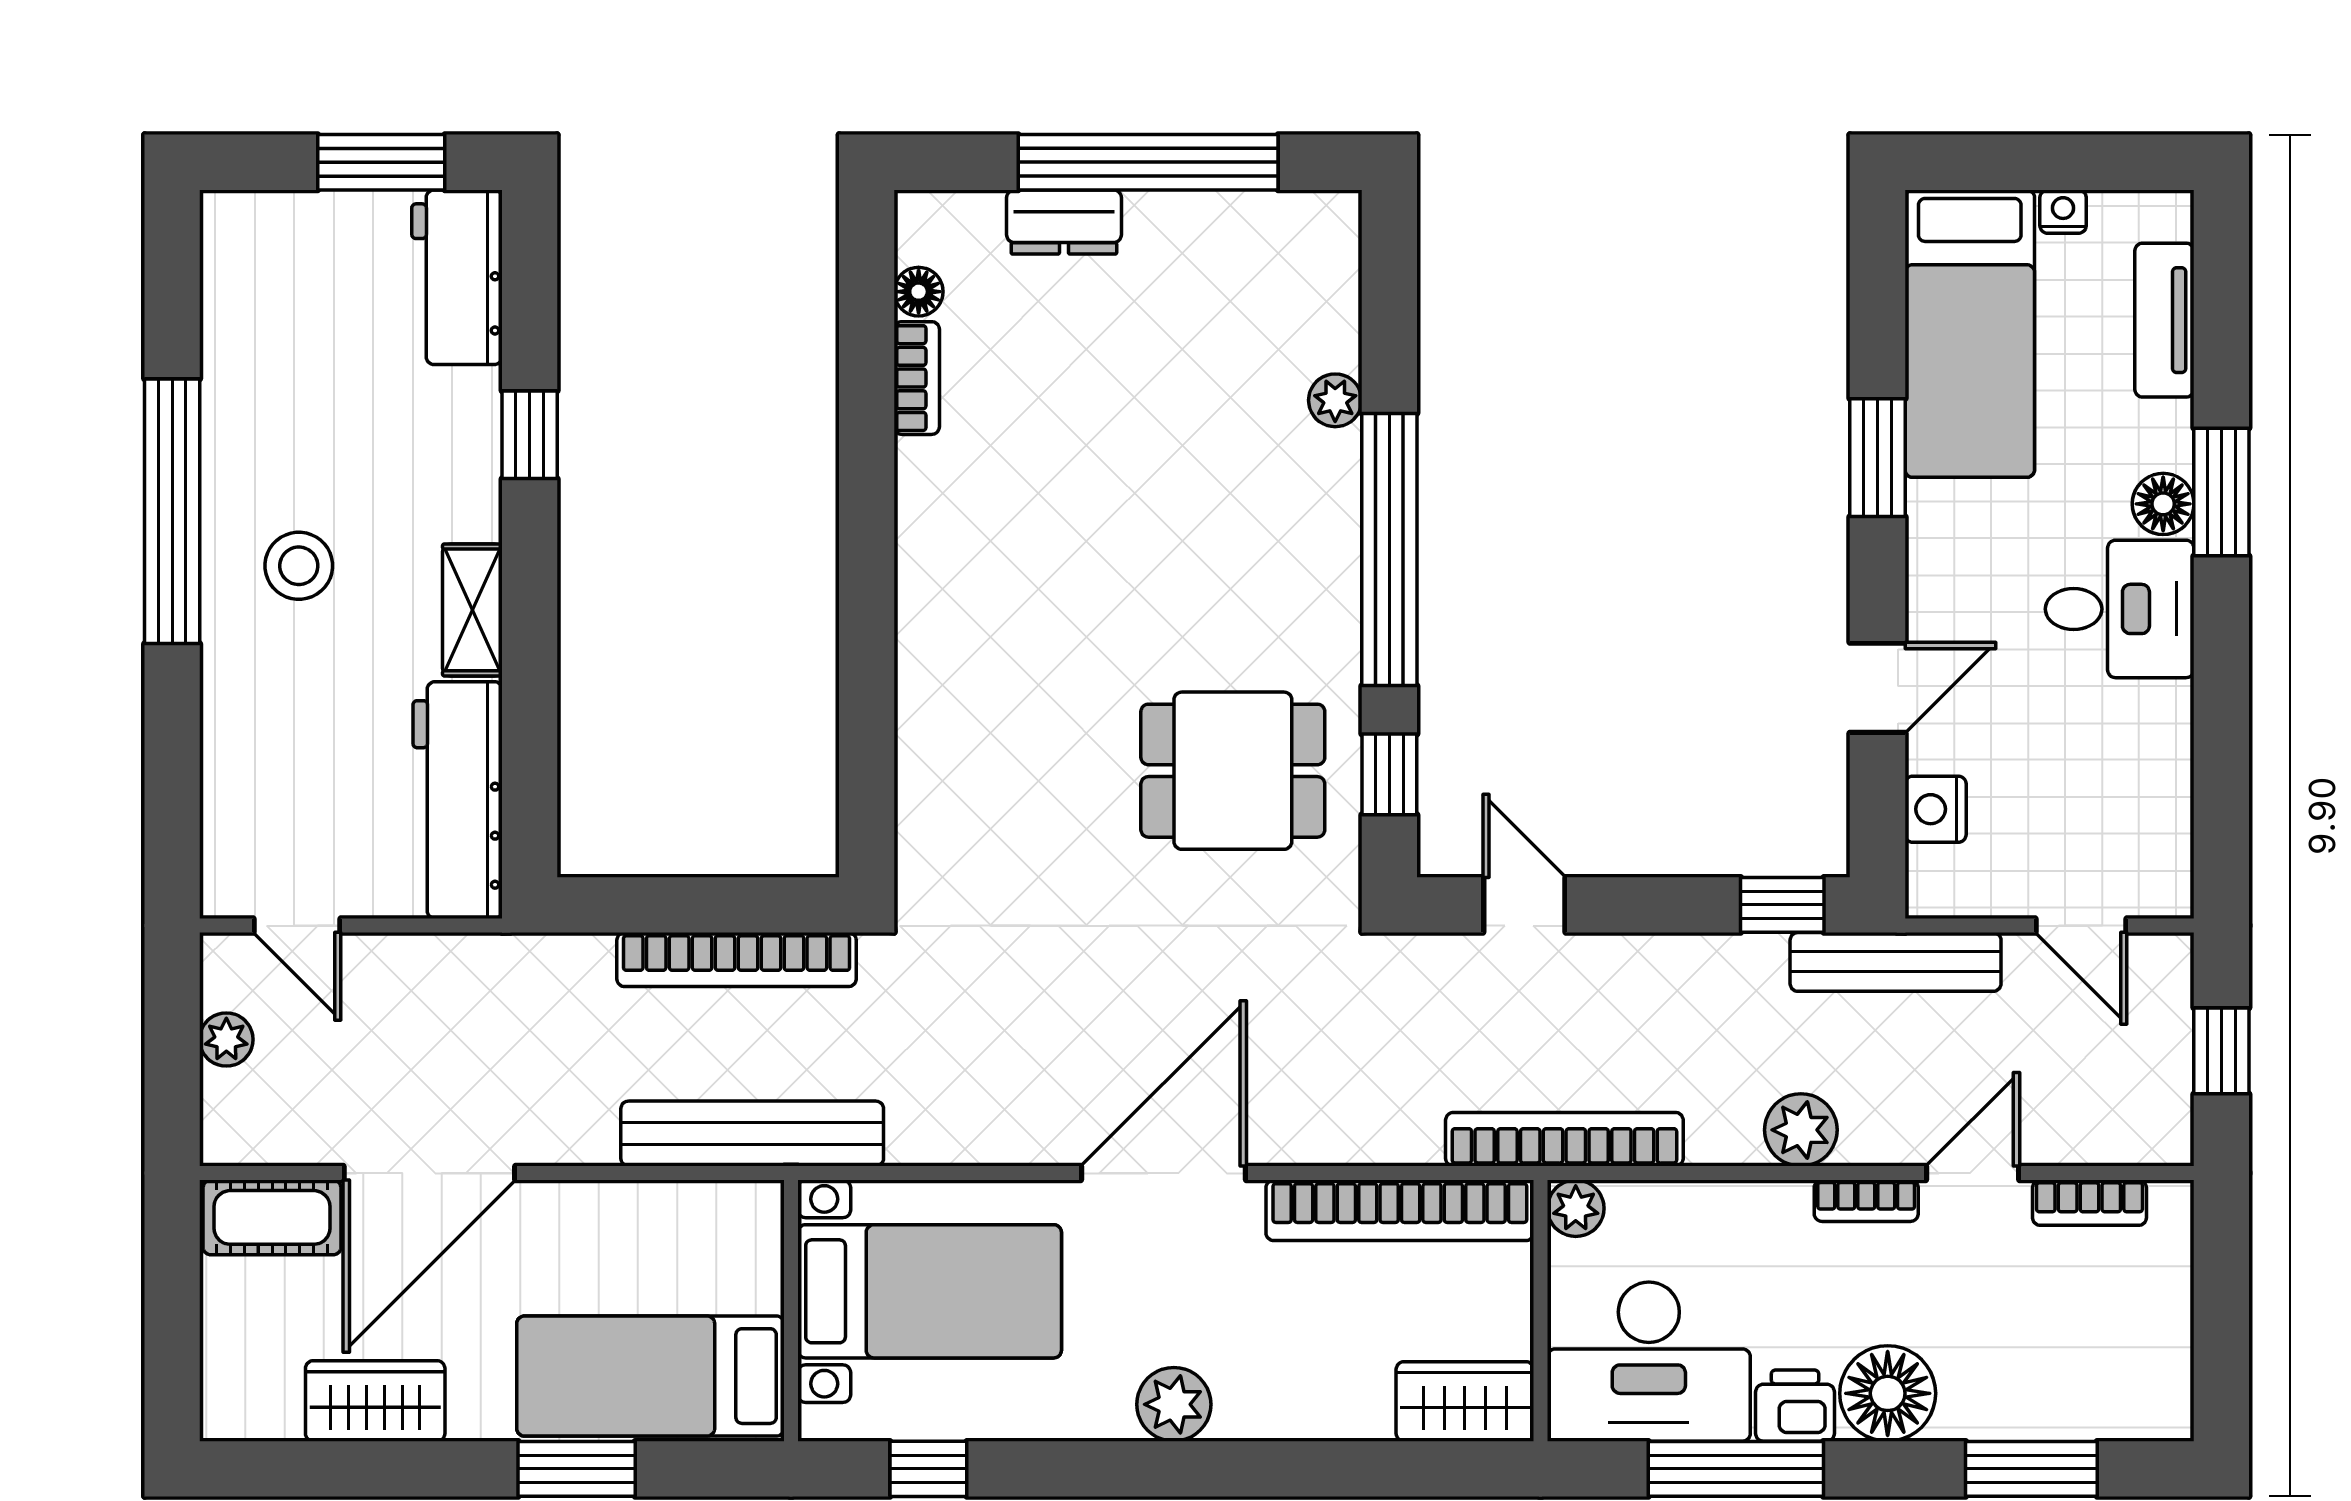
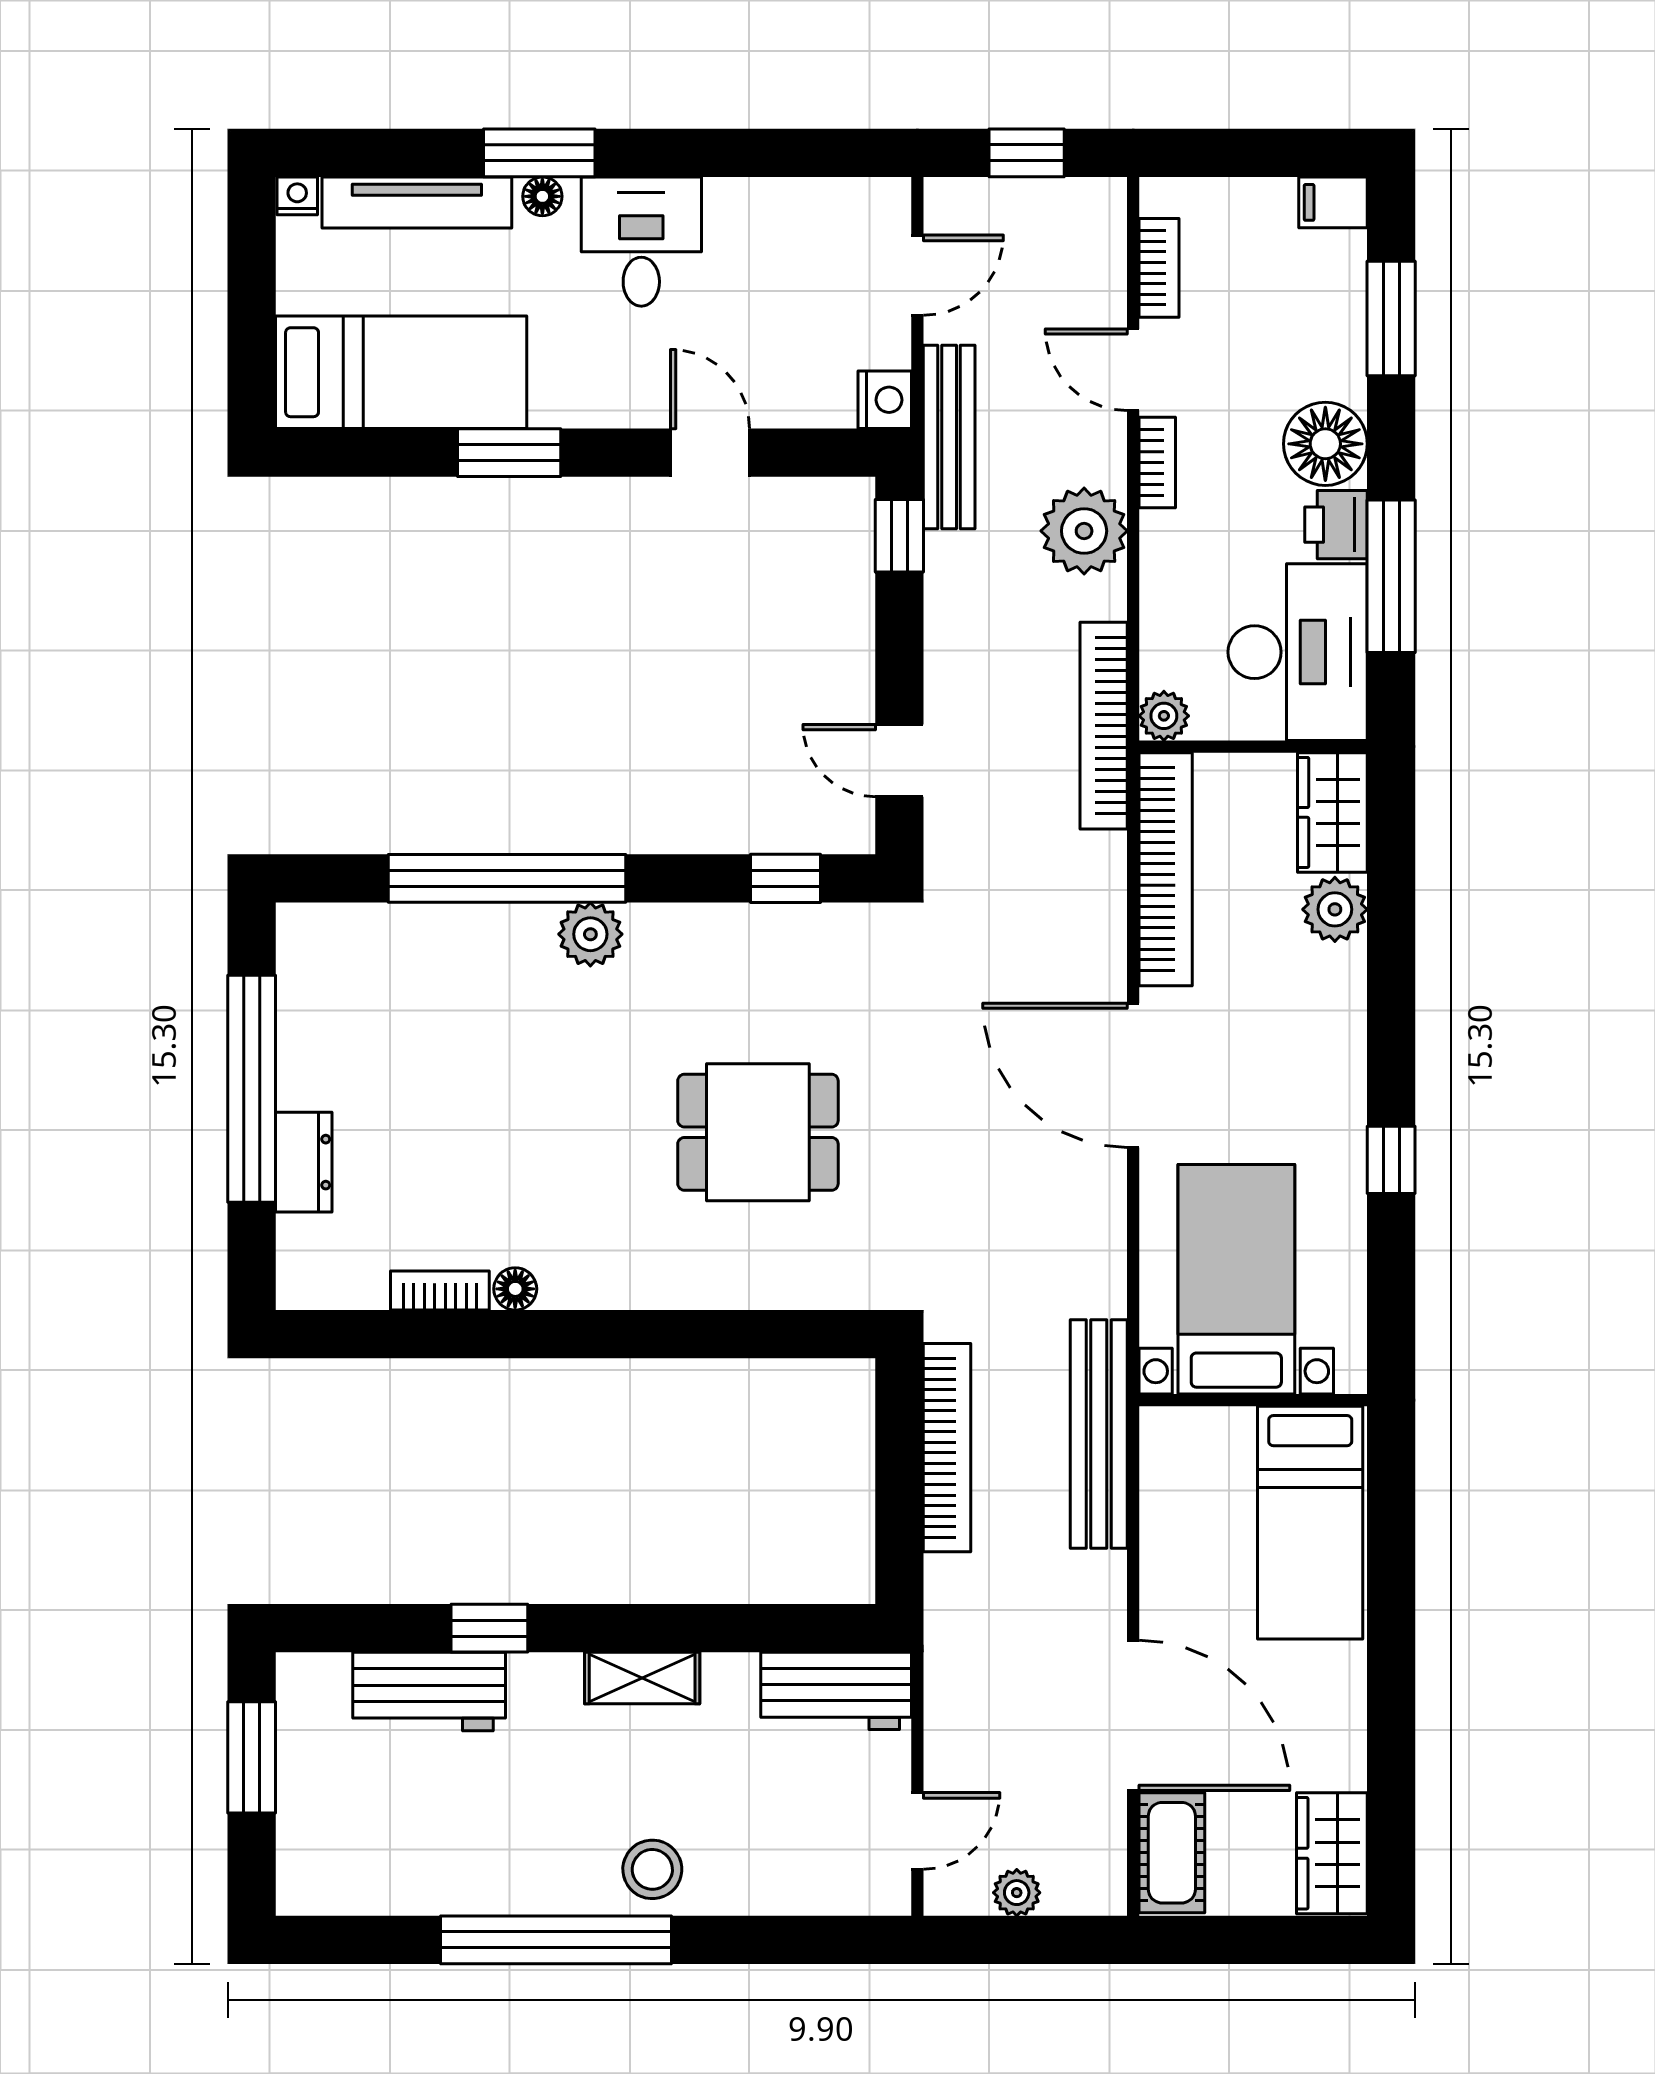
nightstand: (2063, 212) -> (297, 196), moved, turned 90
workbench: (457, 277) -> (429, 1691), moved
floor lamp: (919, 292) -> (515, 1289), moved
tv unit: (2164, 320) -> (417, 202), width x1.41
plant: (1335, 400) -> (590, 934), moved, width x1.38, depth x1.38
floor lamp: (2163, 504) -> (542, 196), width x0.73, depth x0.73
window: (1389, 550) -> (507, 878), moved
stool: (299, 566) -> (652, 1869), moved
dining table: (1233, 771) -> (758, 1132), moved, turned 90
workbench: (458, 800) -> (836, 1691), width x0.73
nightstand: (1936, 809) -> (885, 400), moved, turned -90
door: (1524, 905) -> (899, 761), hinge flipped
plant: (1801, 1130) -> (1084, 531), width x1.36, depth x1.36
wardrobe: (375, 1401) -> (1332, 1853), moved
filing cabinet: (2164, 1402) -> (1333, 202), added
plant: (1174, 1404) -> (1335, 909), moved
window: (577, 1469) -> (1391, 1587), removed
window: (928, 1469) -> (1391, 1160), moved

